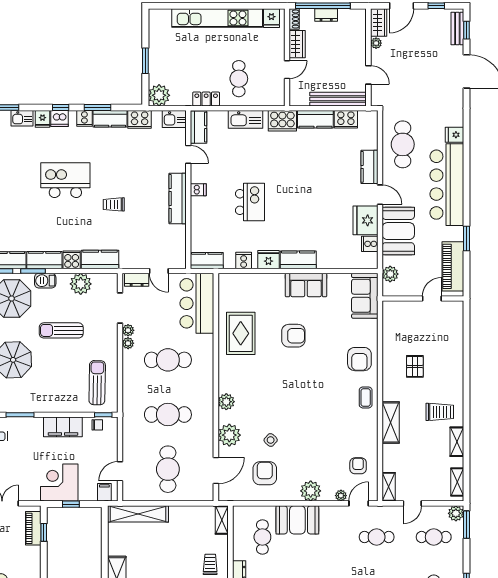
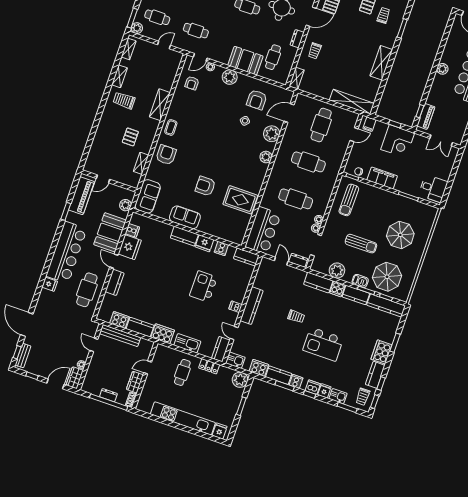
fridge: (271, 18) -> (220, 431), moved
rug: (241, 333) -> (240, 200), turned 90
shelving: (389, 487) -> (141, 163), moved

